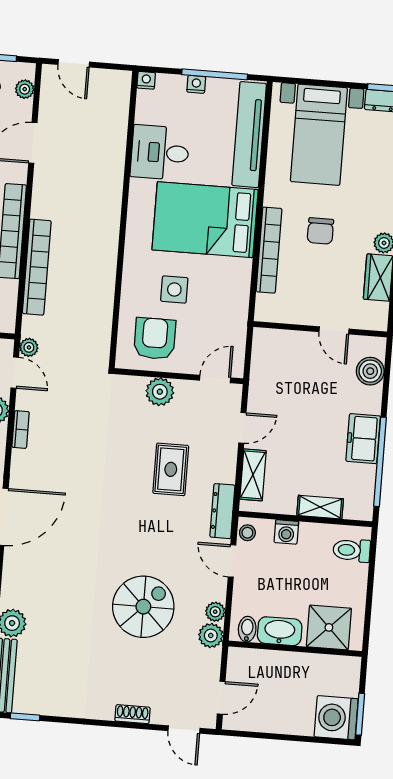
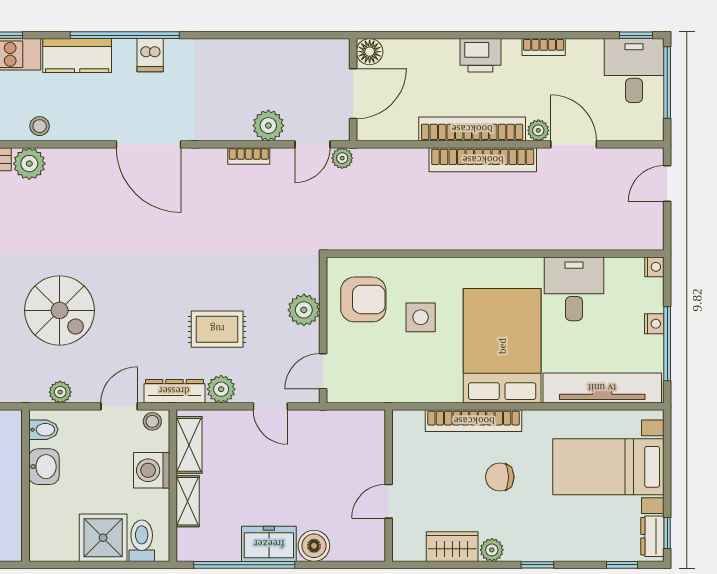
plant: (25, 89) -> (538, 130), moved
bookcase: (37, 267) -> (483, 160), moved
boiler: (370, 371) -> (314, 546), moved
door: (215, 379) -> (323, 371), swing flipped
shelving: (253, 475) -> (189, 445), moved, turned 90
washing machine: (286, 532) -> (152, 470), width x1.38, depth x1.38
shower: (329, 627) -> (103, 538), moved
washbasin: (280, 631) -> (44, 467), width x0.72
plant: (211, 635) -> (221, 389), moved

